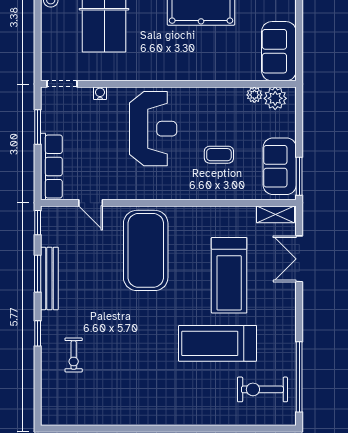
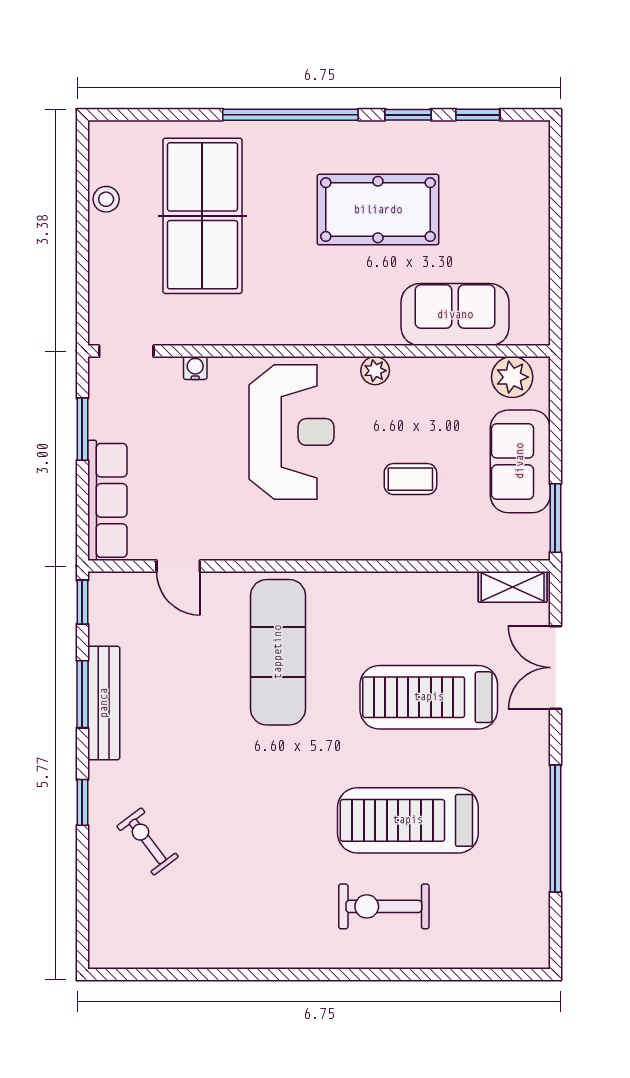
sofa: (279, 51) -> (455, 315), moved, turned 90
plant: (254, 95) -> (375, 371), moved
sofa: (280, 166) -> (520, 461), moved
exercise mat: (146, 250) -> (278, 652), width x0.68
treadmill: (229, 275) -> (429, 697), turned 90
exercise bike: (74, 355) -> (148, 841), turned 143
window: (299, 377) -> (555, 829), moved
exercise bike: (262, 389) -> (384, 906), moved

